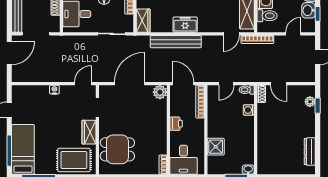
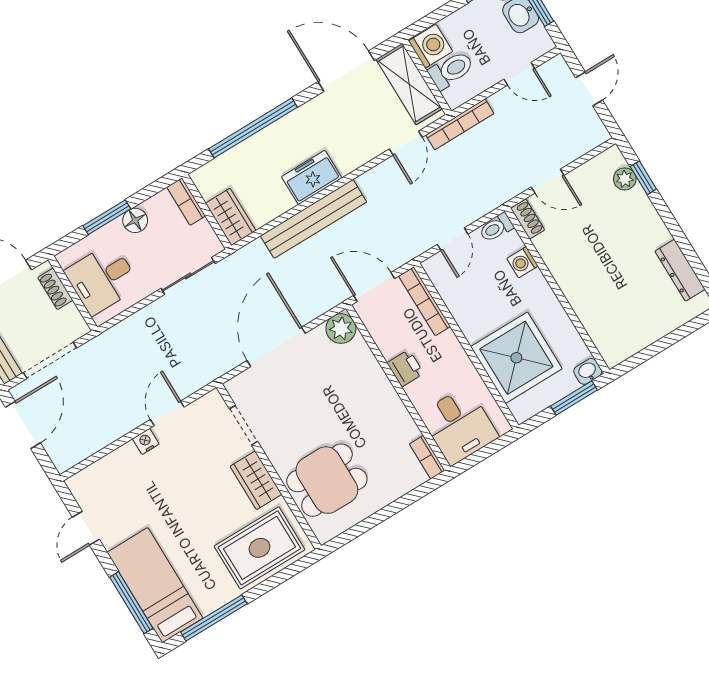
door: (293, 34) -> (519, 74), swing flipped
door: (83, 84) -> (167, 413), moved
shower: (216, 147) -> (516, 358), width x1.86, depth x1.86

